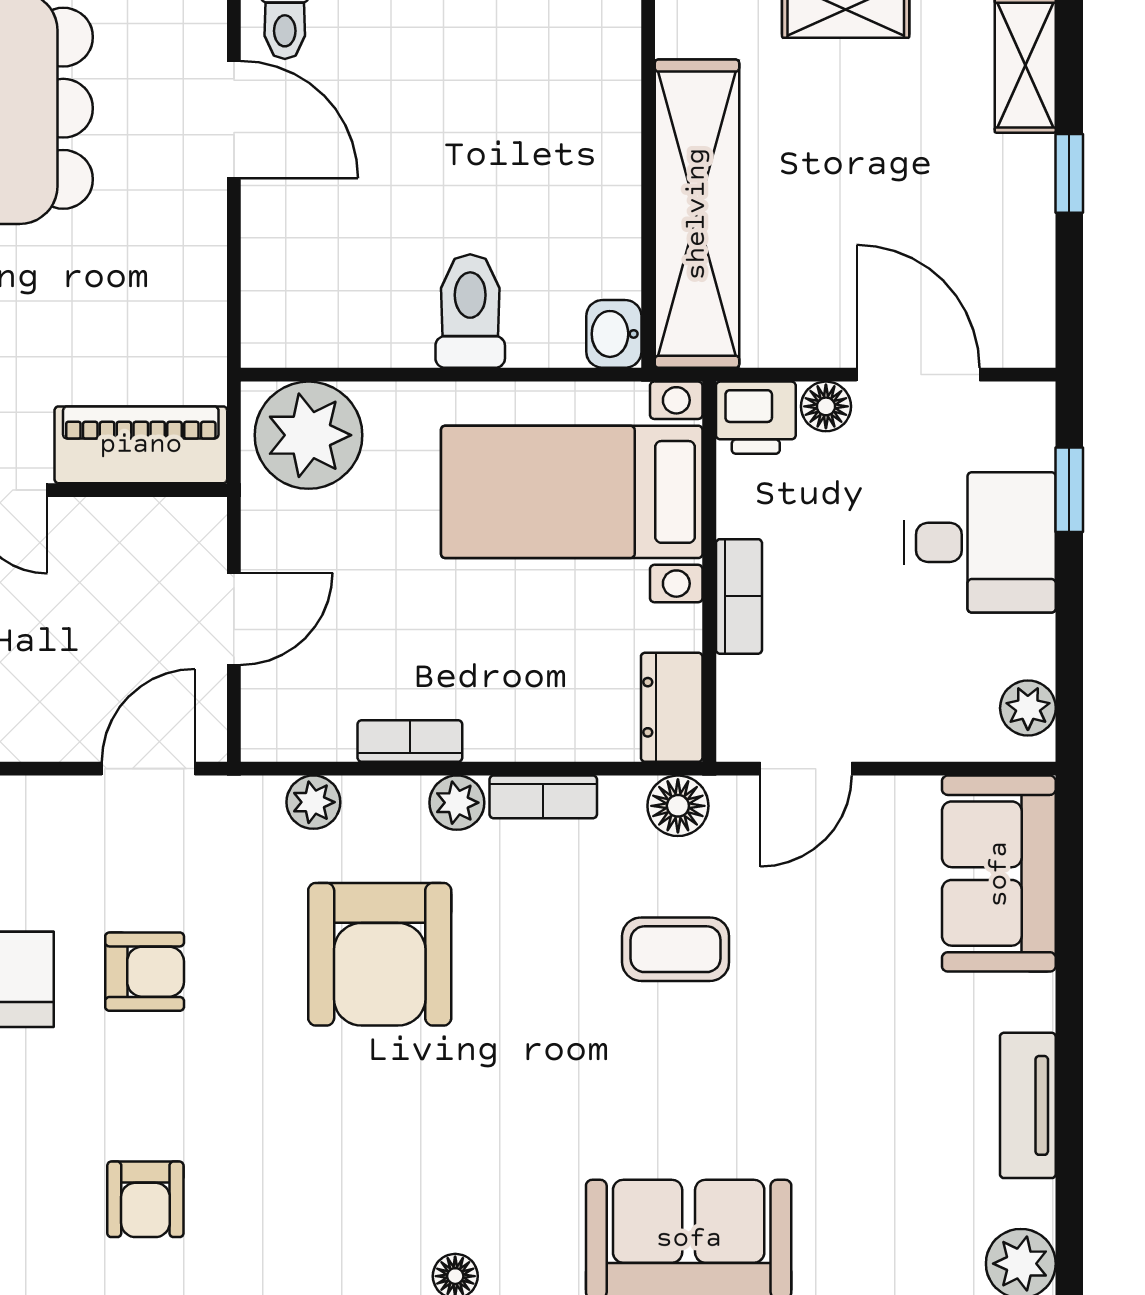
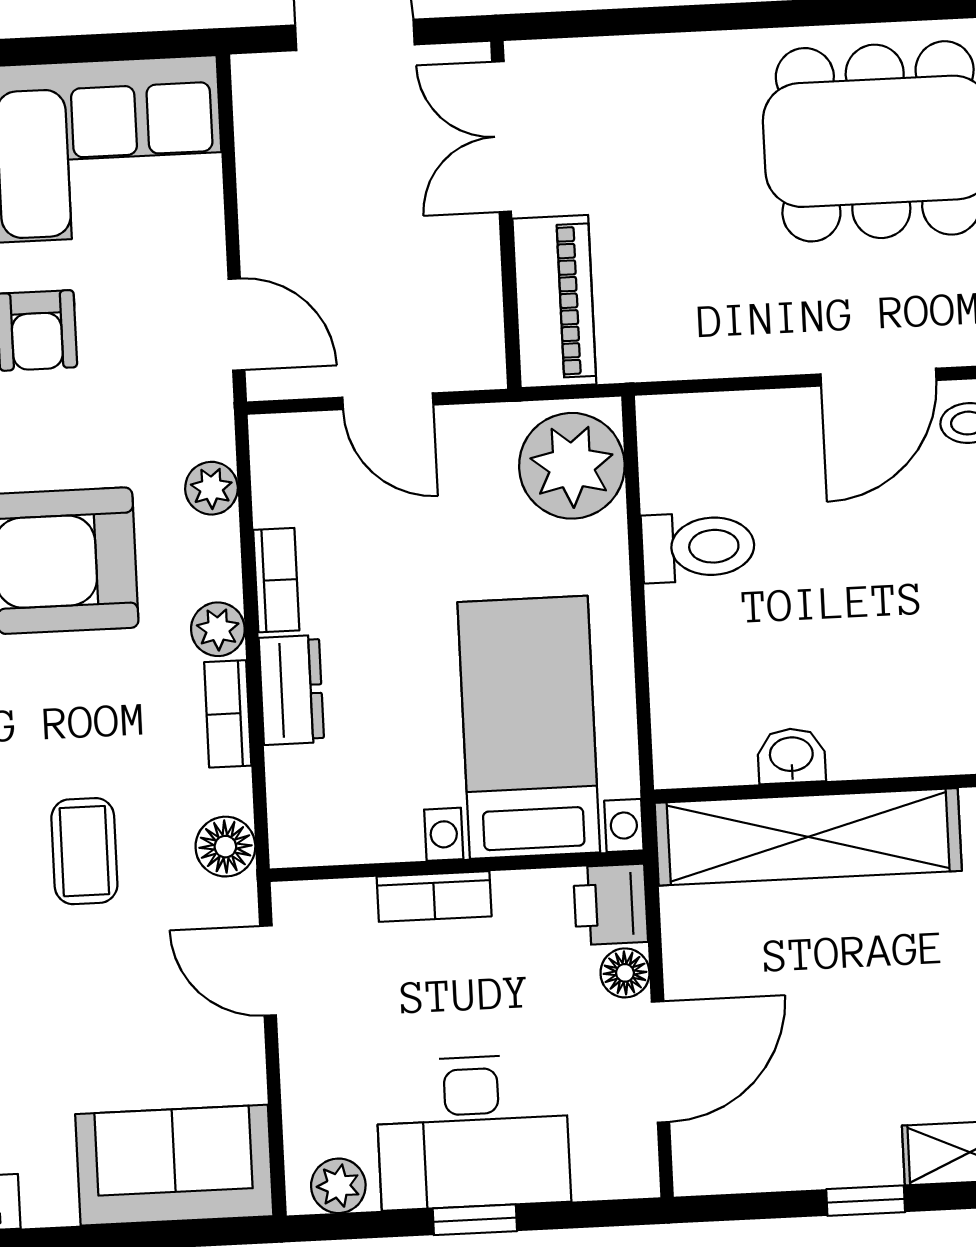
toilet: (470, 311) -> (698, 547), moved
washbasin: (614, 334) -> (791, 756), moved
window: (1069, 490) -> (475, 1220), moved
desk: (980, 542) -> (473, 1132), width x1.37
dresser: (672, 707) -> (291, 690), moved, turned 90

